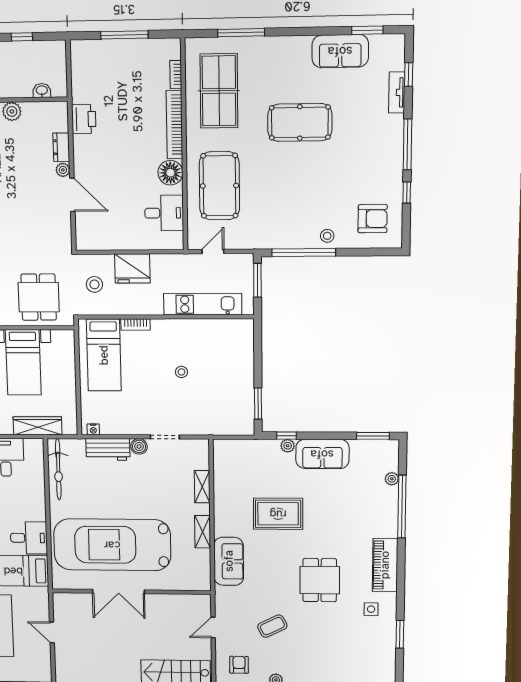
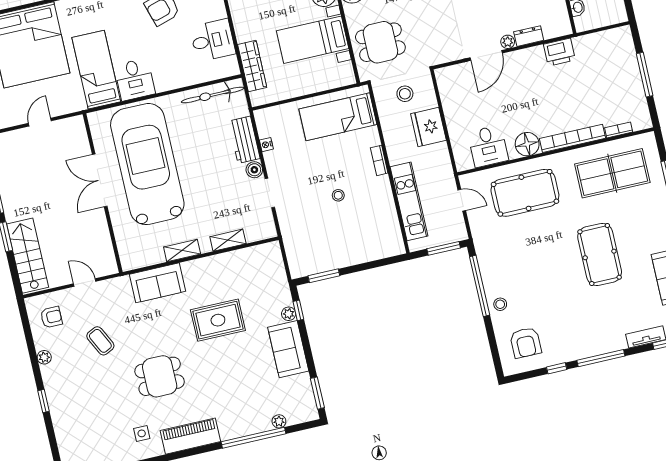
bookcase: (136, 324) -> (379, 160), moved
nightstand: (93, 429) -> (266, 145), moved
rug: (278, 514) -> (218, 320), turned 90

